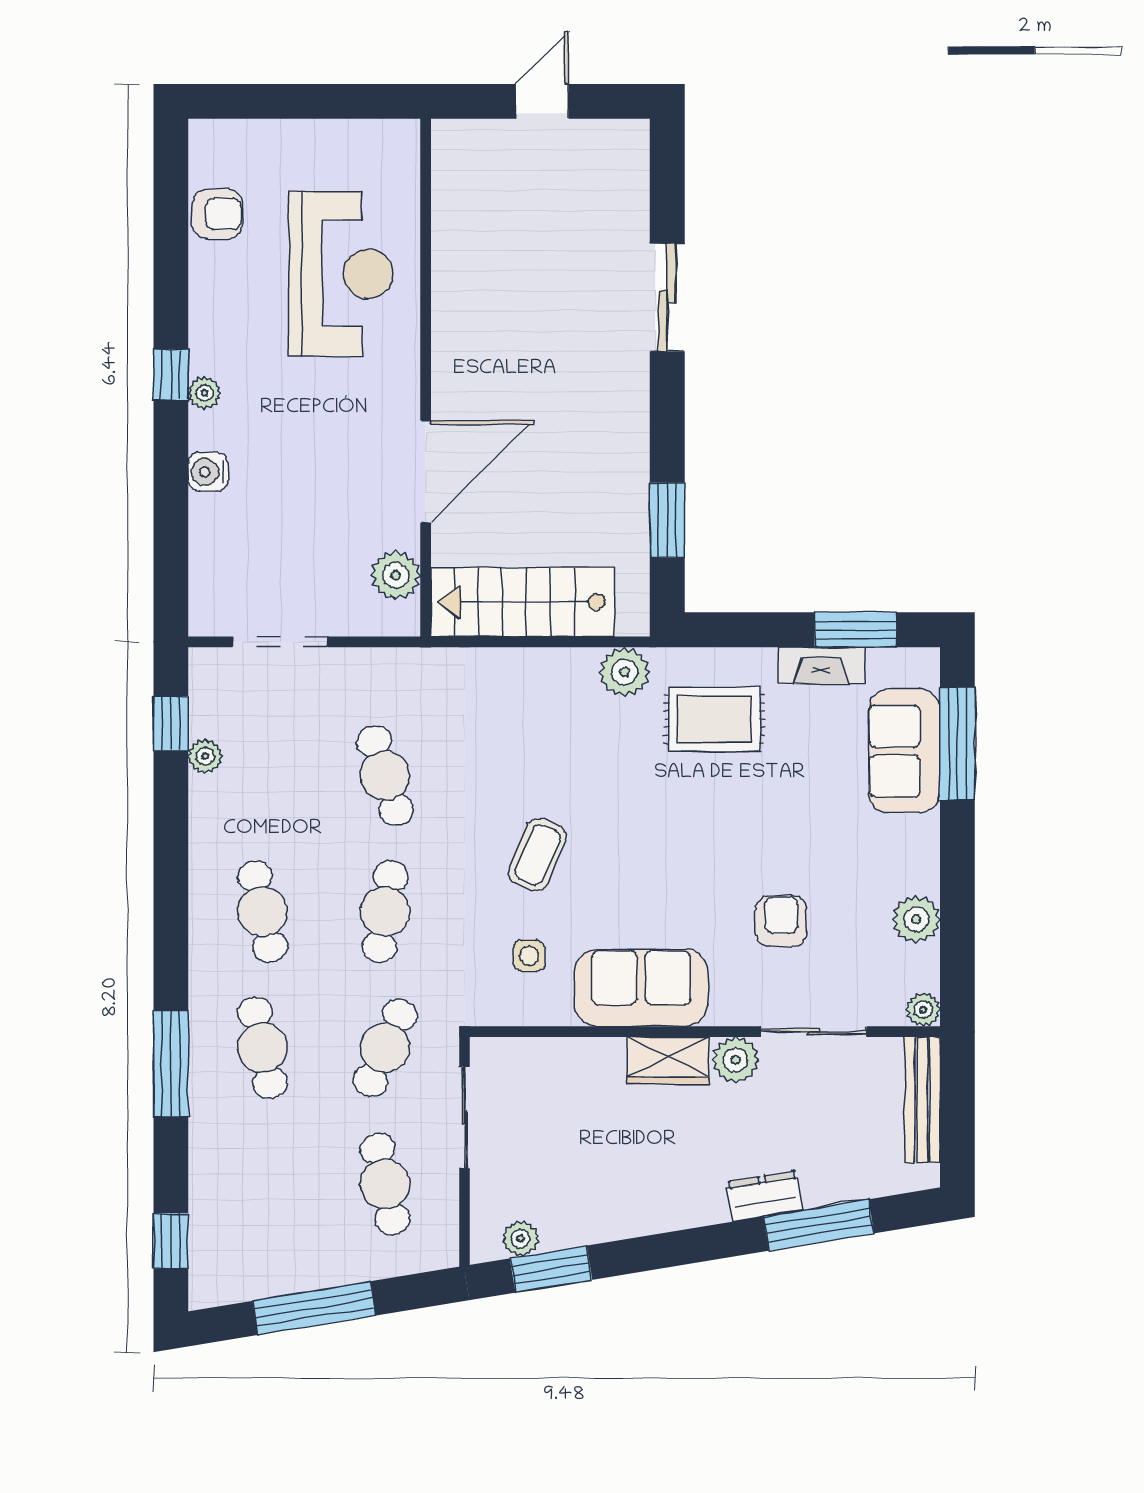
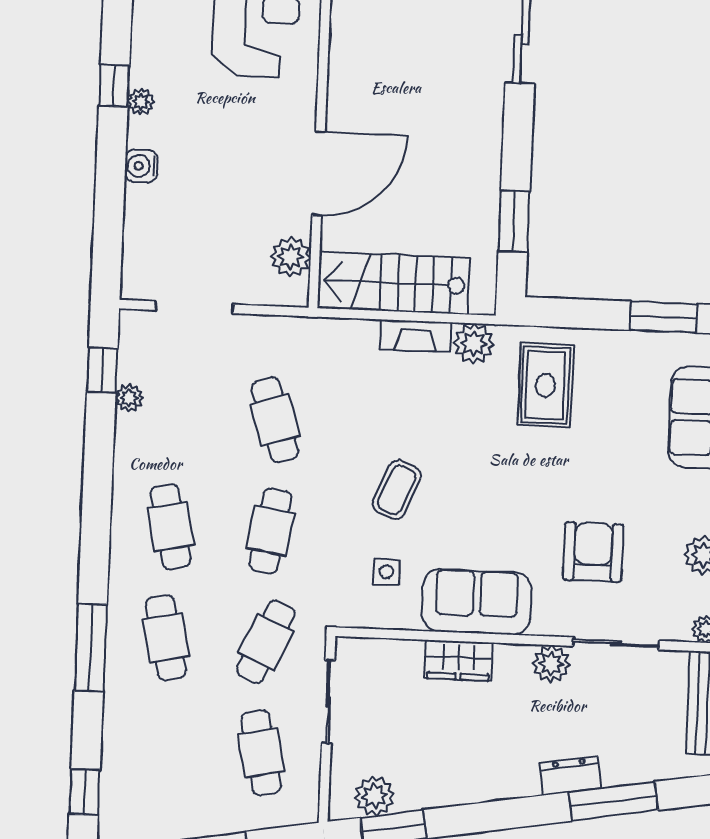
fireplace: (821, 666) -> (416, 336), moved
rug: (714, 719) -> (545, 385), turned 90
armchair: (781, 921) -> (593, 552), width x1.38, depth x1.38
wardrobe: (668, 1061) -> (459, 660), moved
plant: (521, 1239) -> (375, 796), width x1.38, depth x1.38

